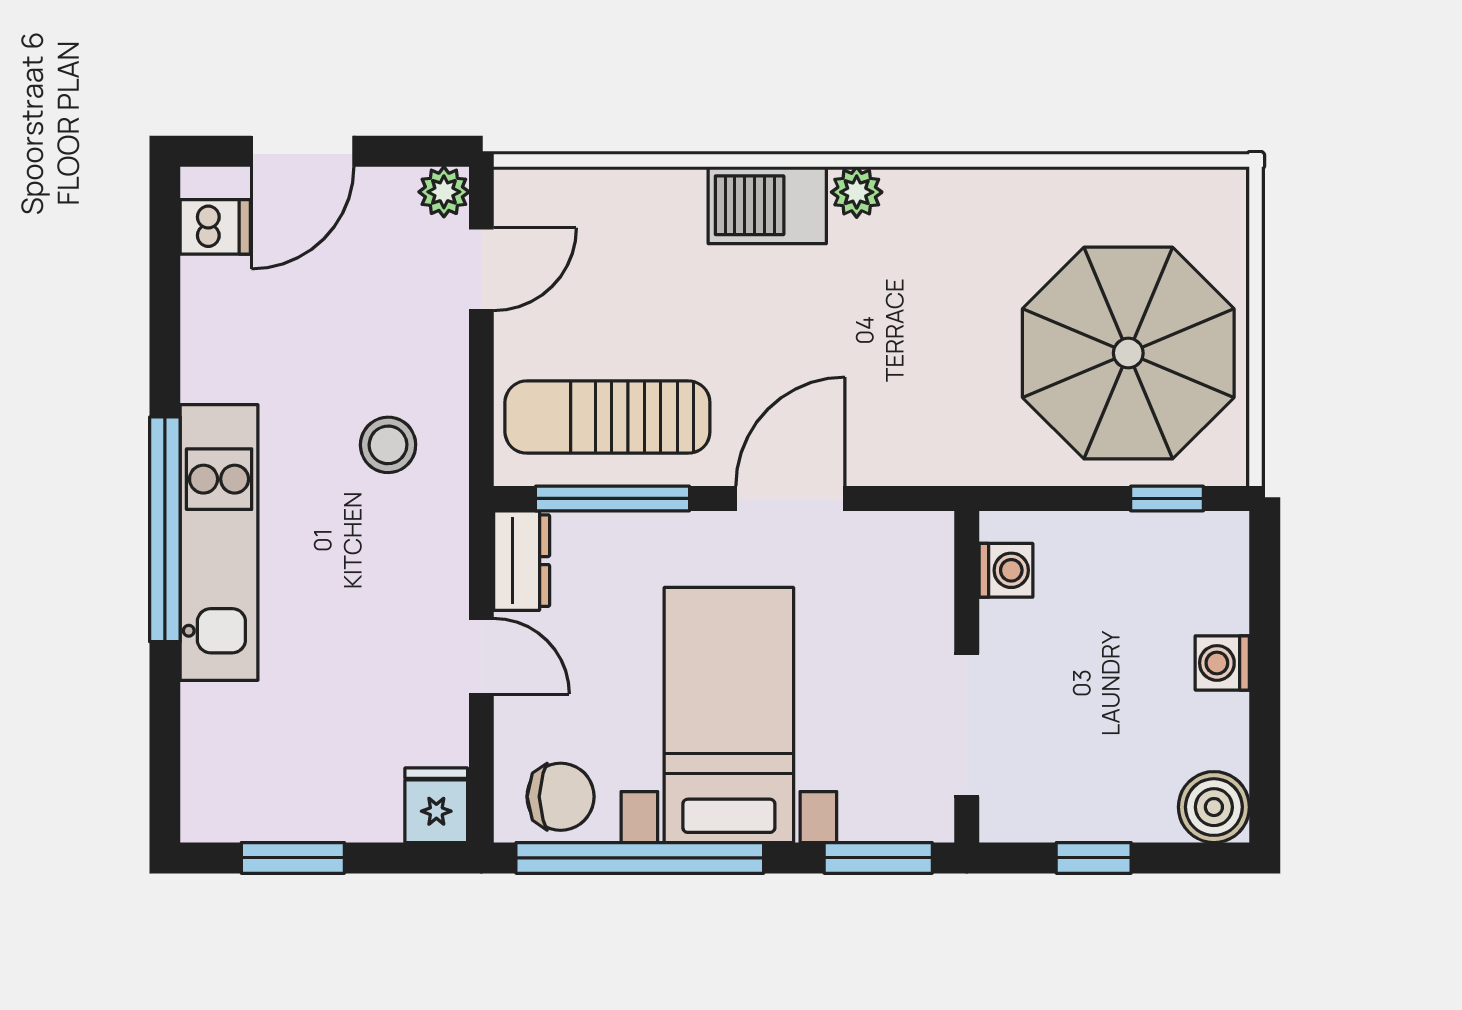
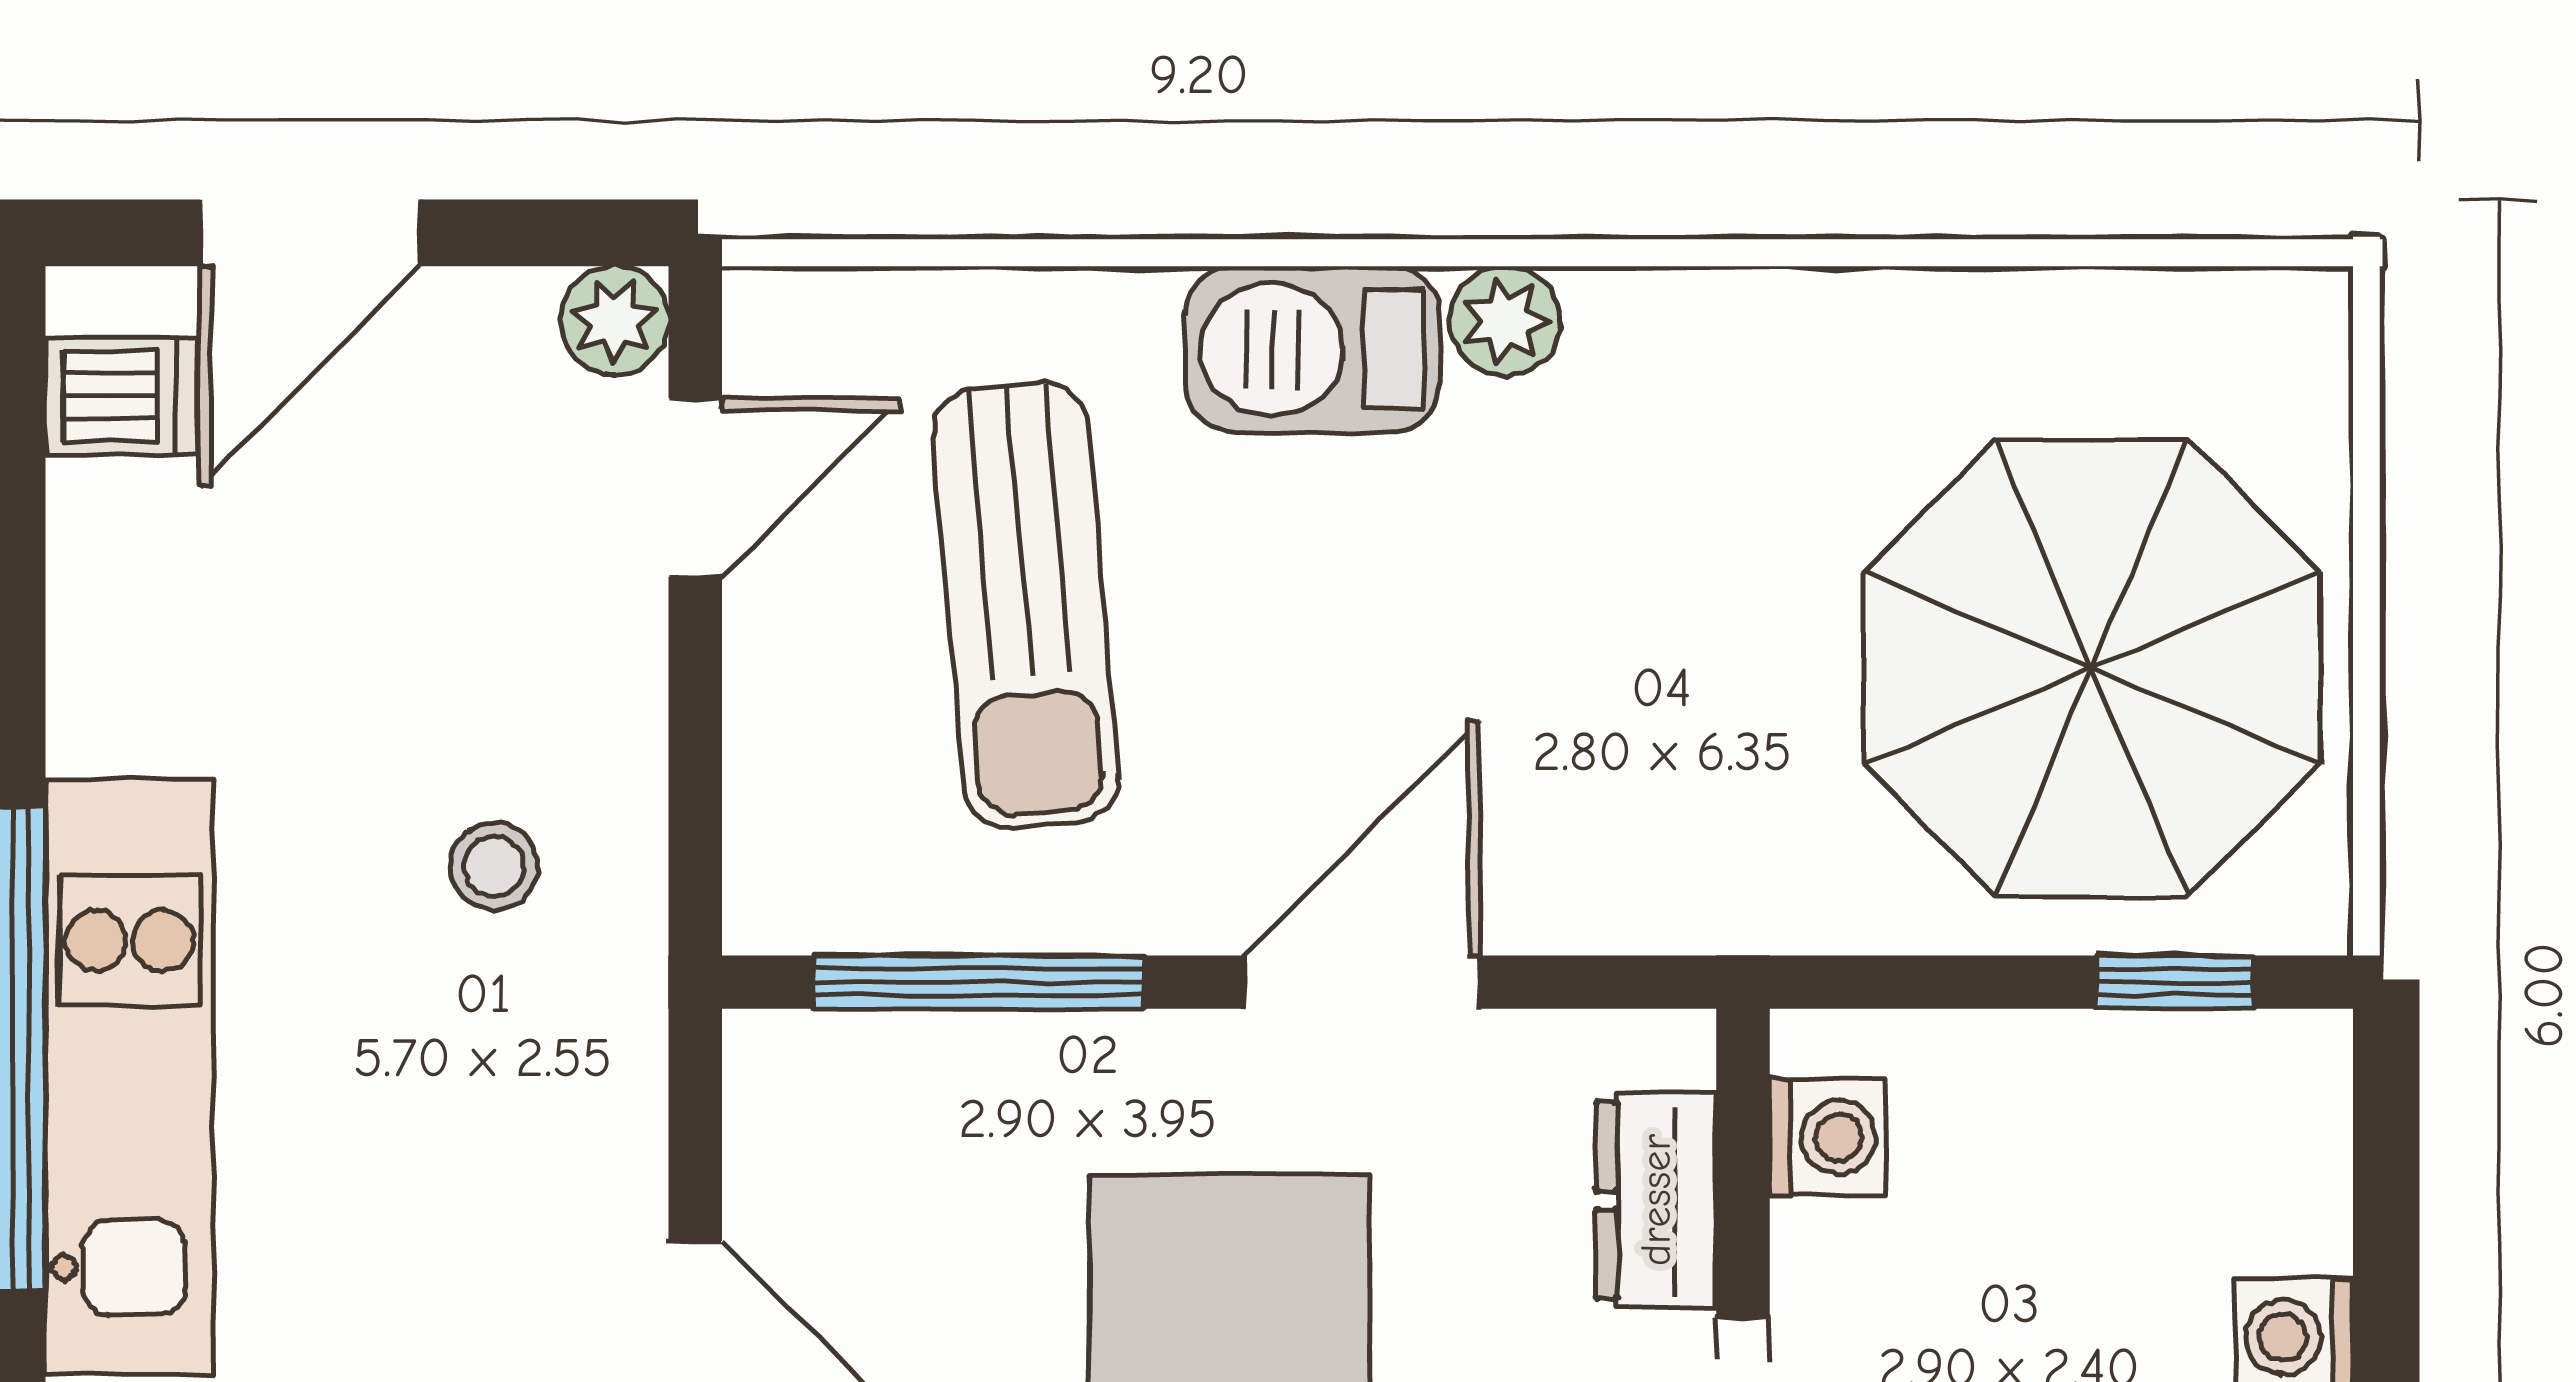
sun lounger: (607, 417) -> (1026, 605), moved, turned -95
stool: (388, 445) -> (494, 867), width x0.73, depth x0.73
dresser: (522, 561) -> (1656, 1200), moved, turned 180

